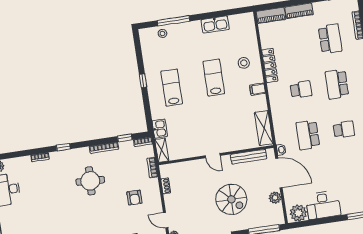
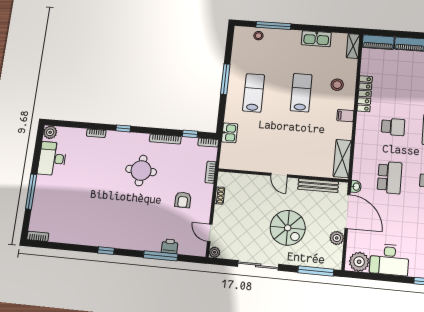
window: (143, 81) -> (225, 79), width x2.17
school desk: (308, 135) -> (390, 178), turned 180
shelving: (162, 150) -> (353, 46), moved

